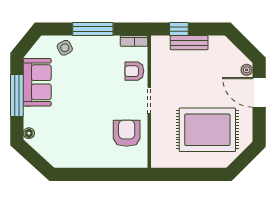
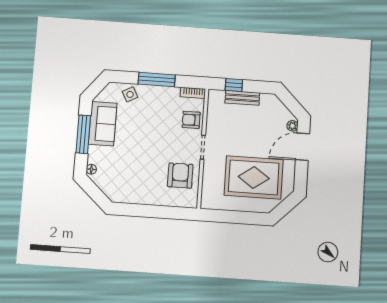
door: (259, 92) -> (303, 147), hinge flipped

